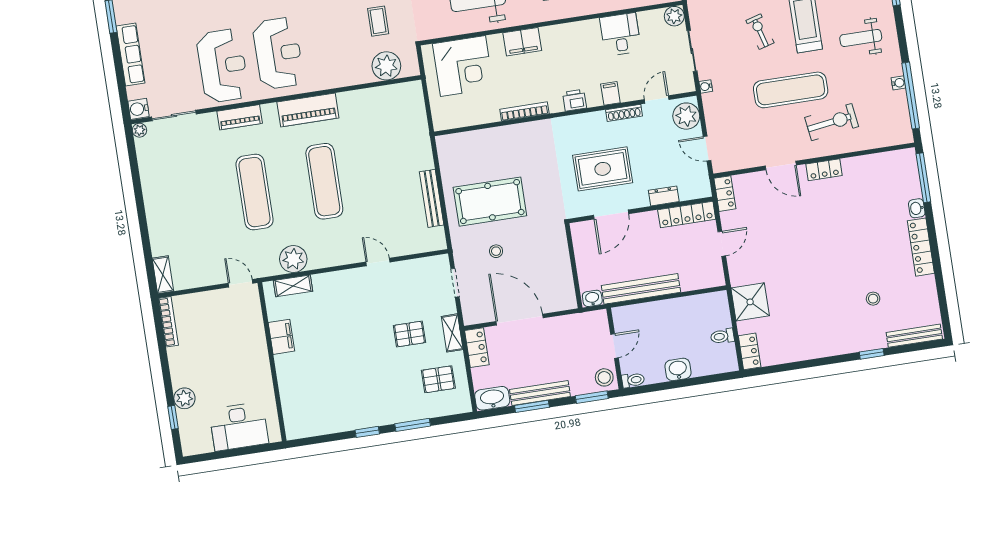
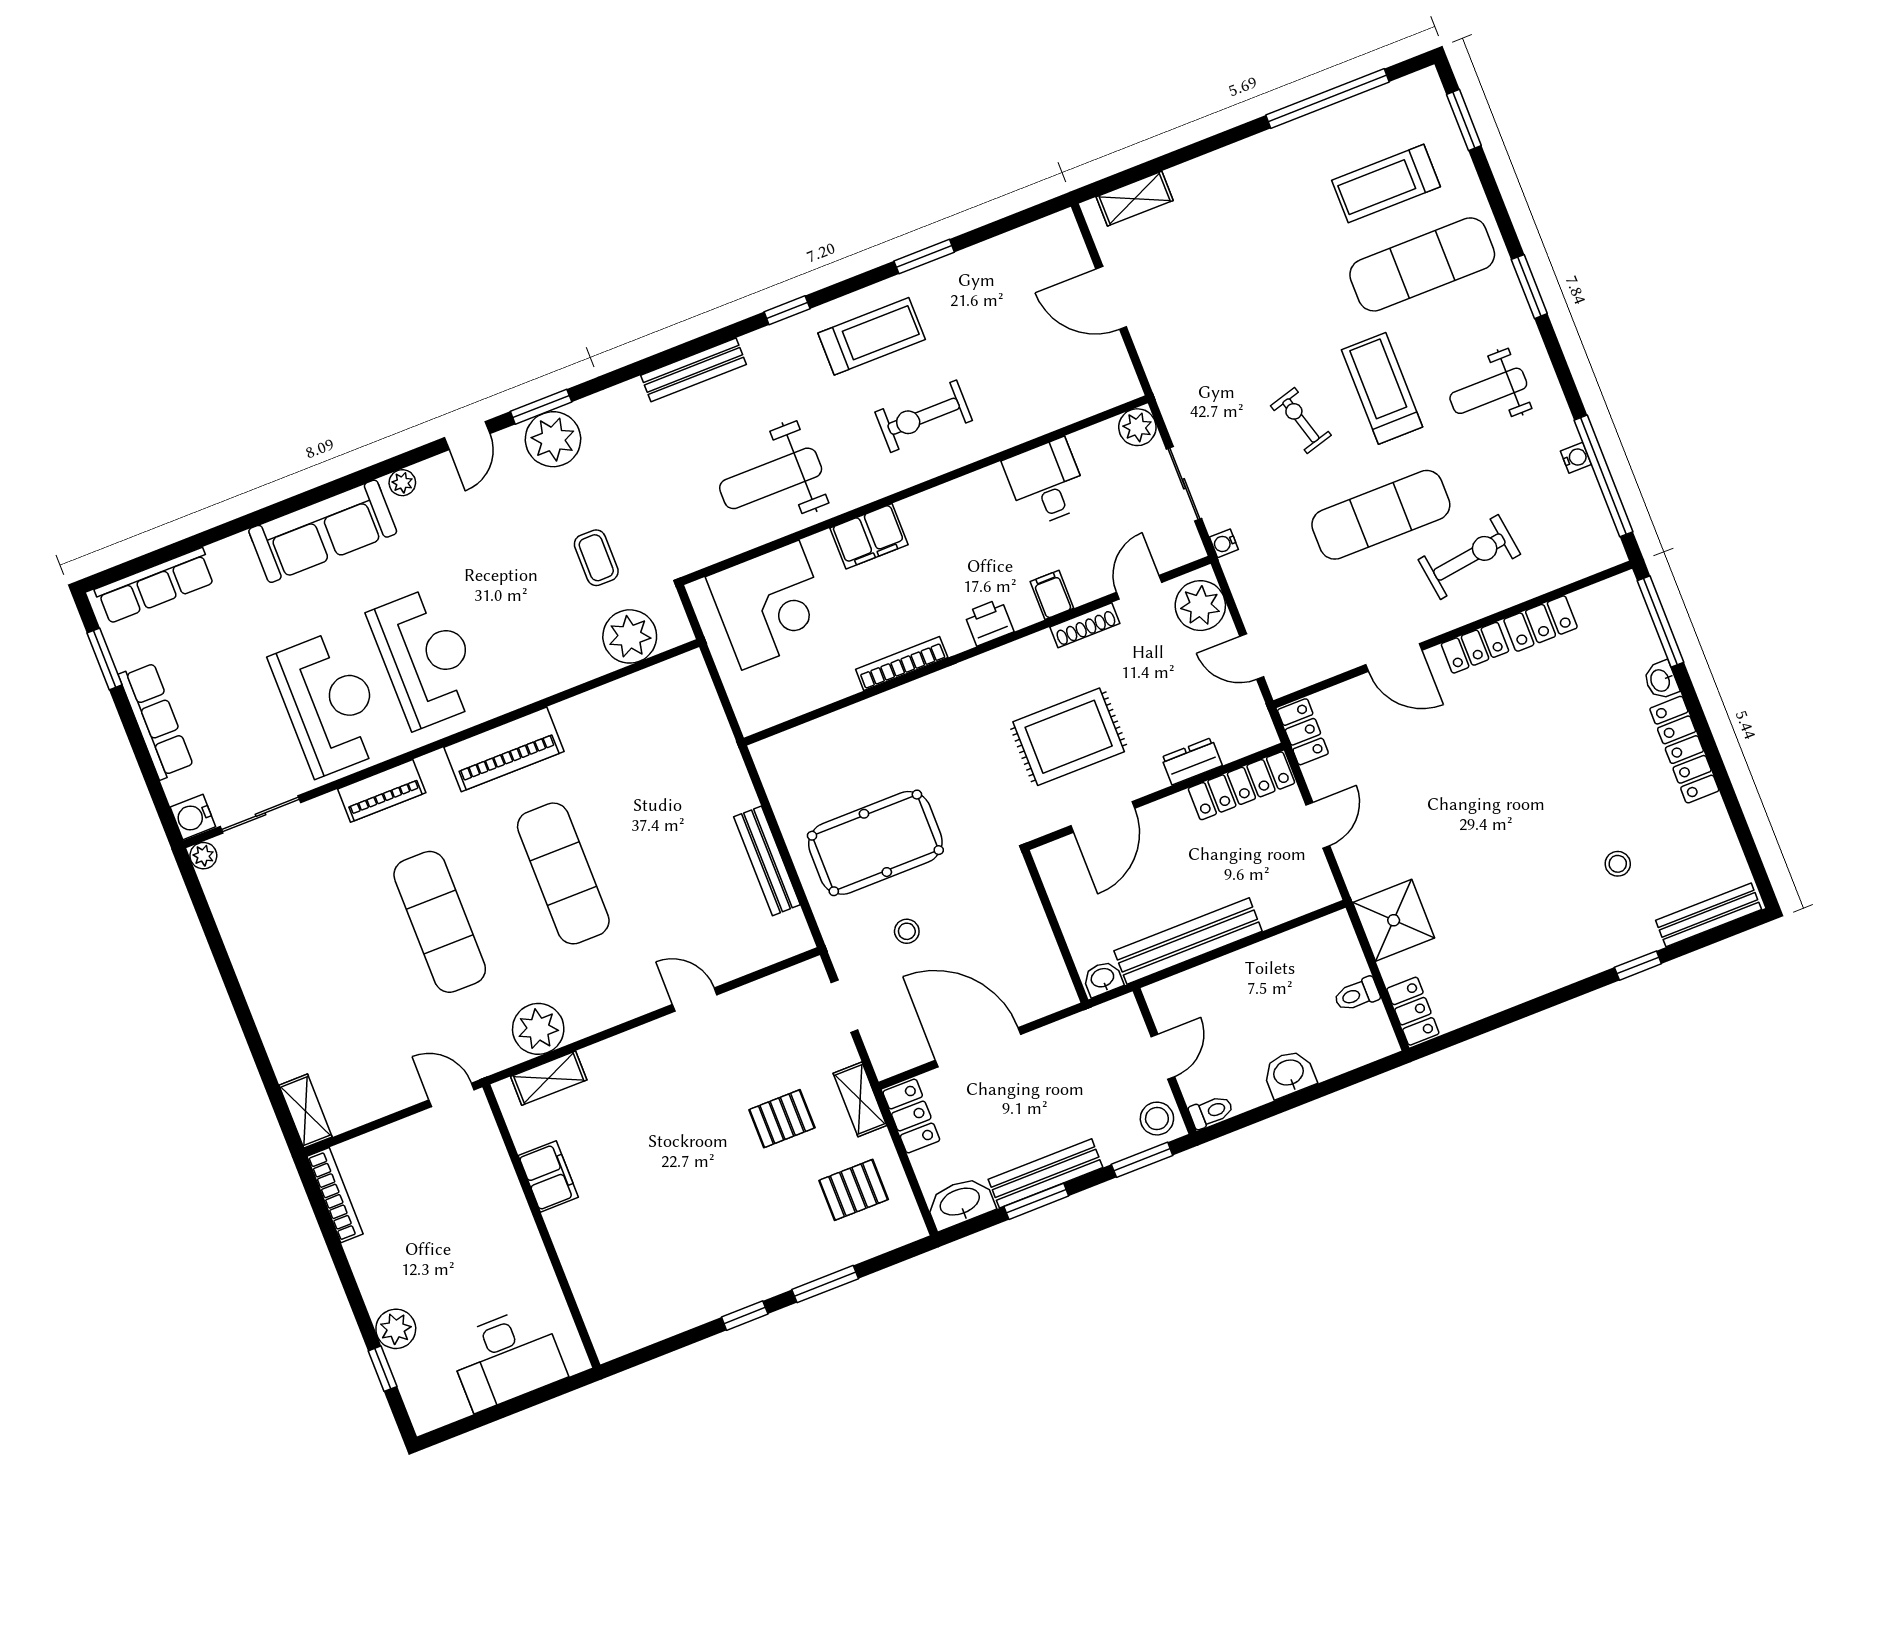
locker: (861, 165) -> (1541, 624), added

